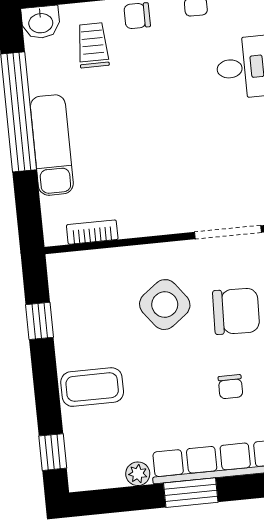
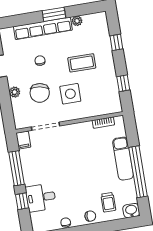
side table: (165, 305) -> (70, 94), turned 37
chair: (236, 311) -> (40, 93), turned -82
coffee table: (92, 387) -> (82, 63), moved
window: (53, 452) -> (116, 42), moved

